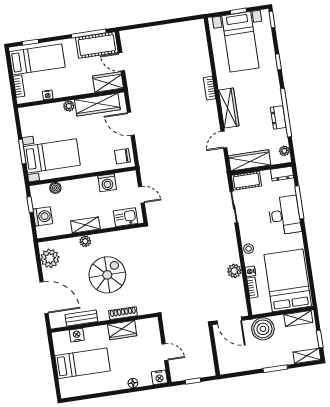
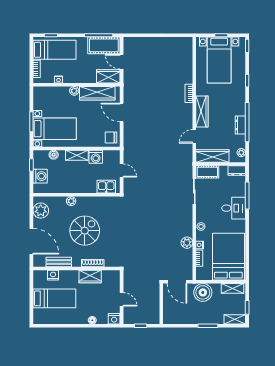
desk: (284, 215) -> (234, 208), width x0.73
shelving: (85, 225) -> (77, 155), moved

